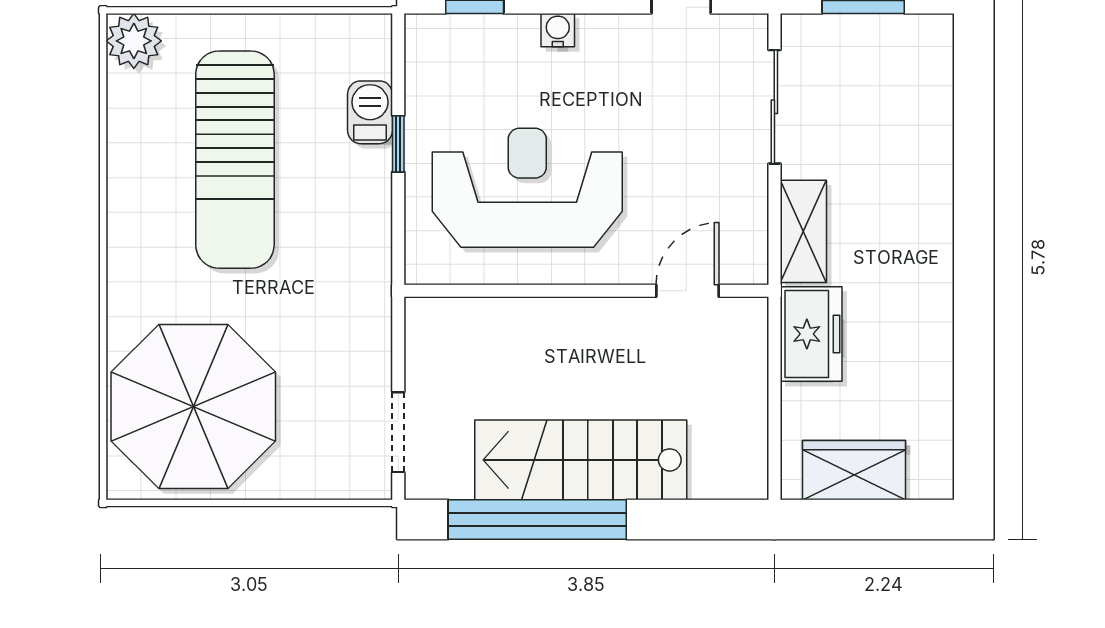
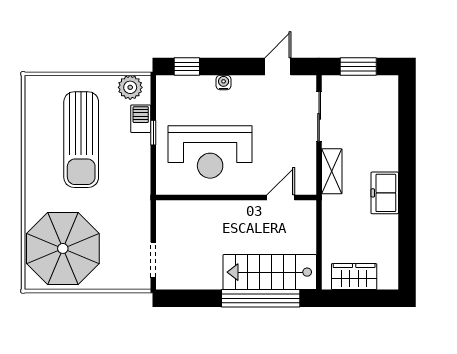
plant: (134, 41) -> (130, 87), moved
reception desk: (527, 188) -> (210, 152), turned 180
freezer: (811, 334) -> (385, 193), moved, turned 180
stairs: (581, 460) -> (270, 272), moved
window: (537, 519) -> (261, 298), moved

